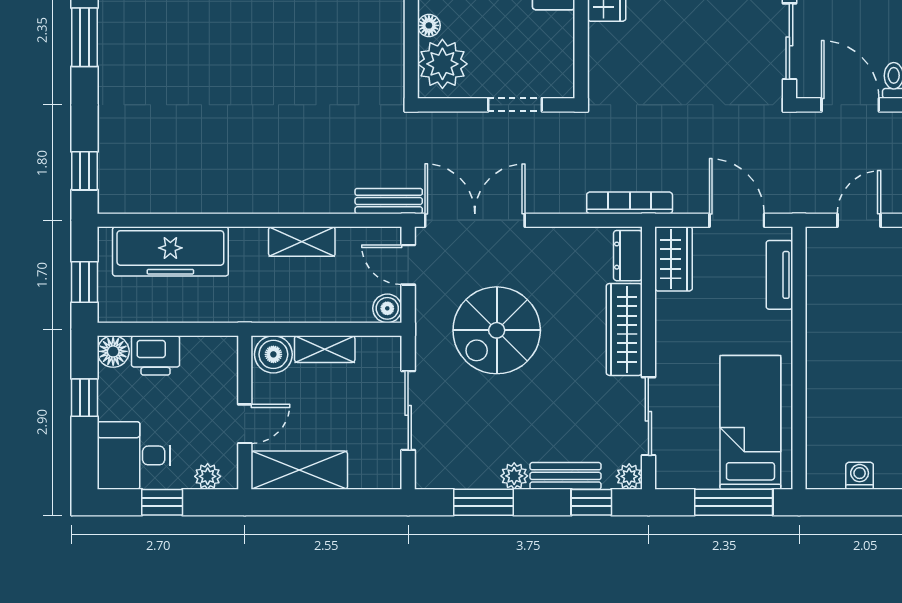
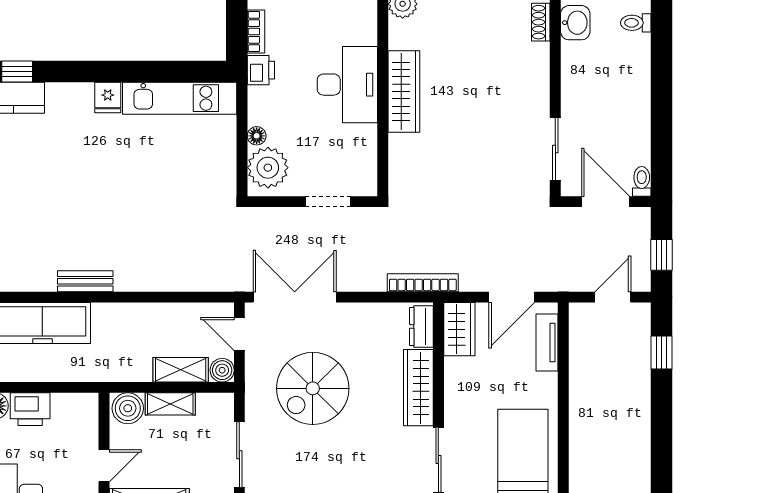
bench: (389, 201) -> (85, 281), moved
door: (737, 220) -> (512, 297), swing flipped
shelving: (302, 242) -> (181, 370), moved

